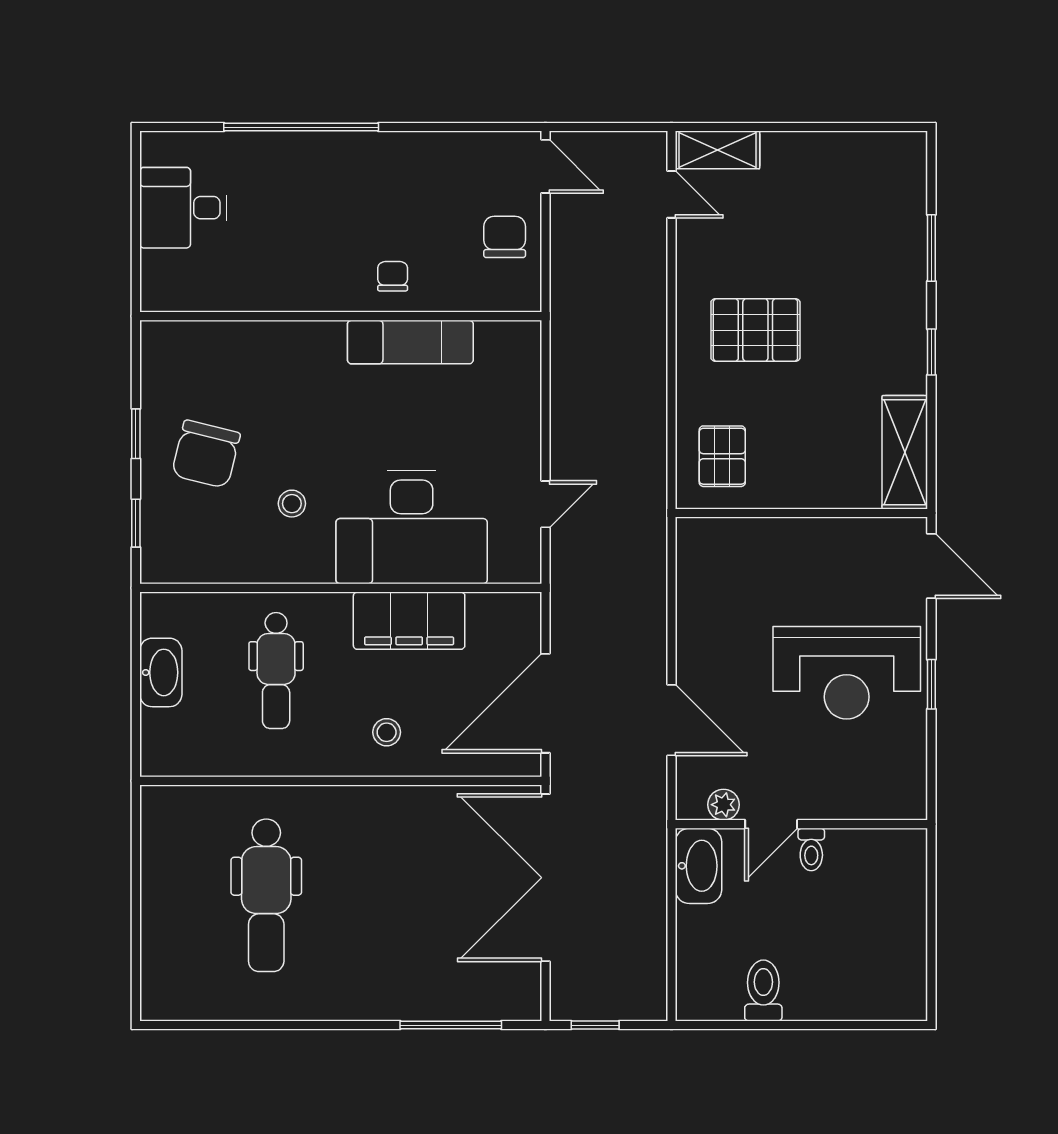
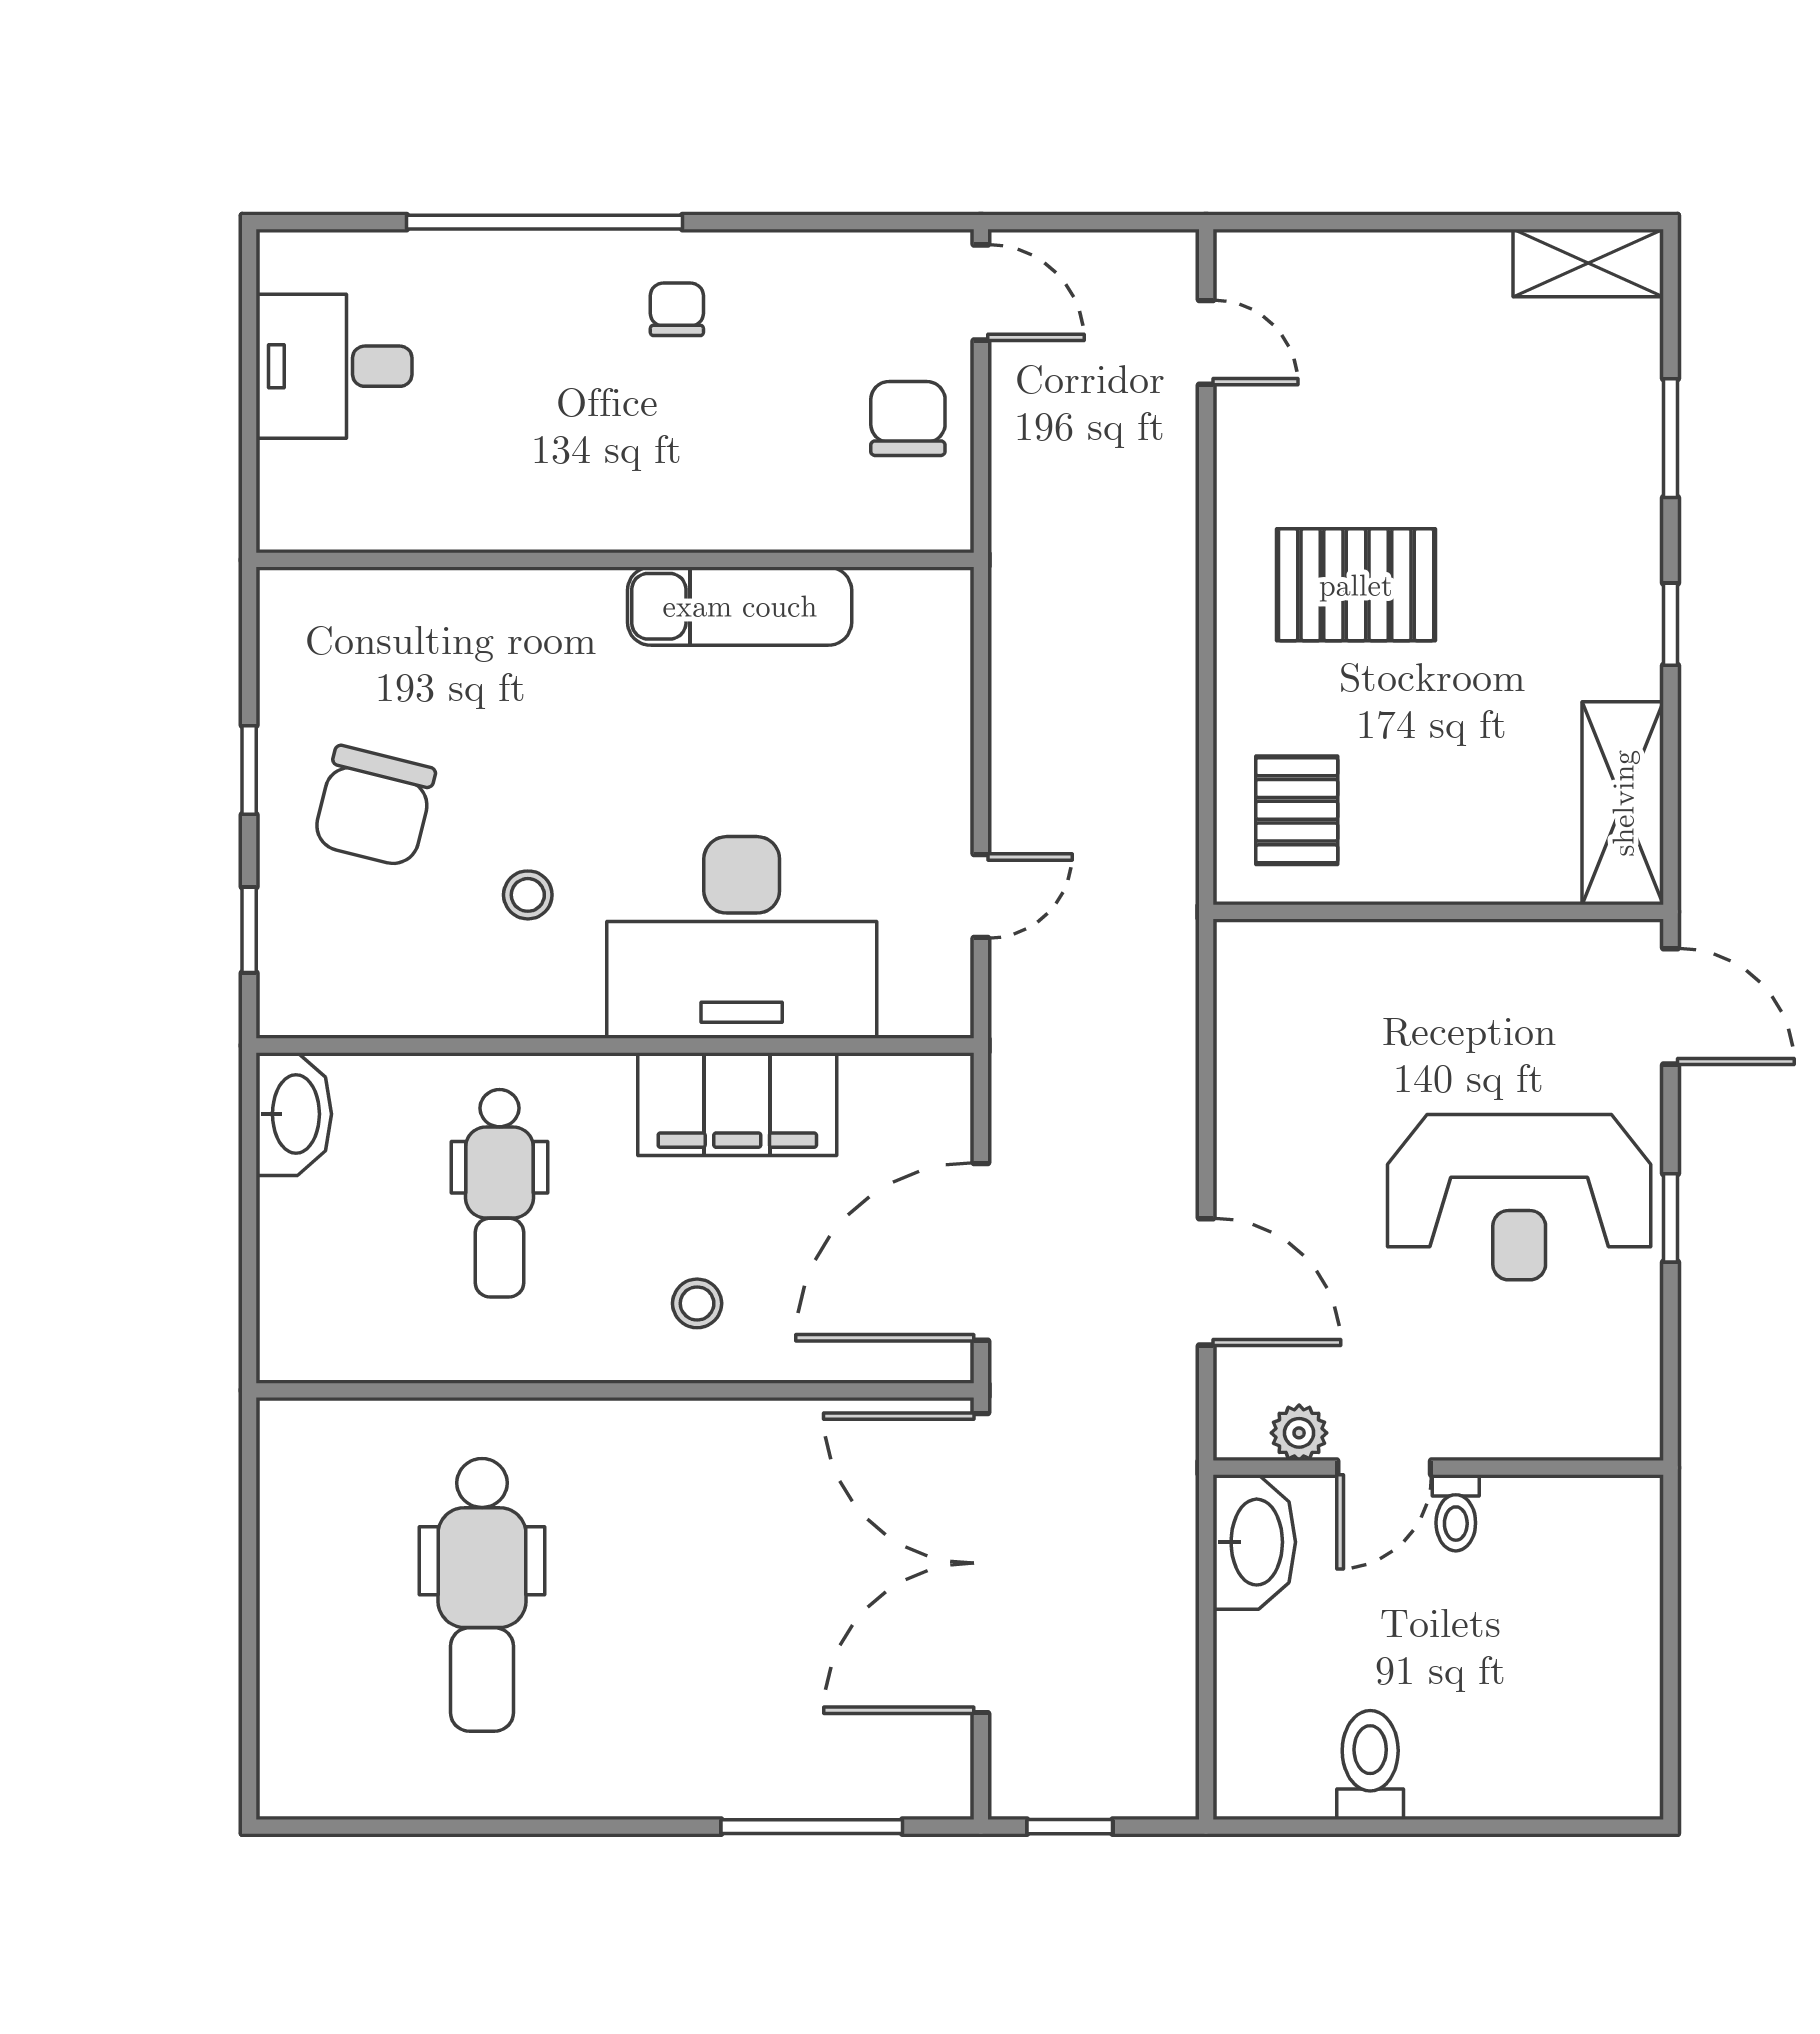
shelving: (718, 150) -> (1588, 263), moved
chair: (393, 276) -> (677, 309), moved
washbasin: (161, 672) -> (294, 1114), moved

